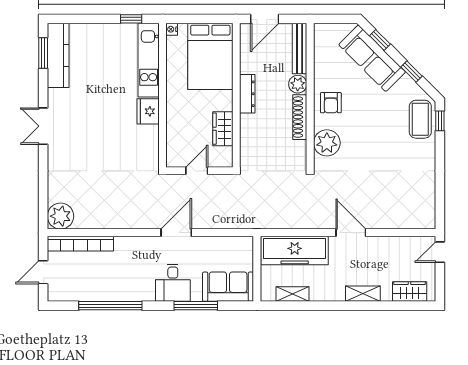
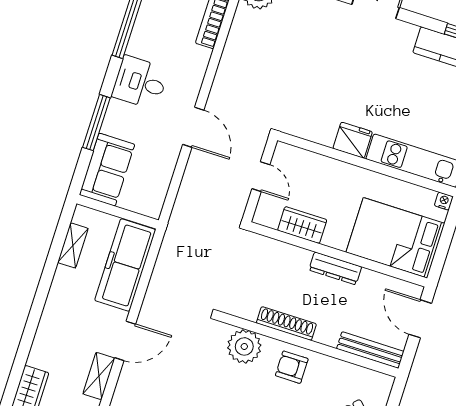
plant: (298, 84) -> (327, 334), removed
desk: (173, 283) -> (140, 83), moved
shelving: (363, 294) -> (99, 376), moved

